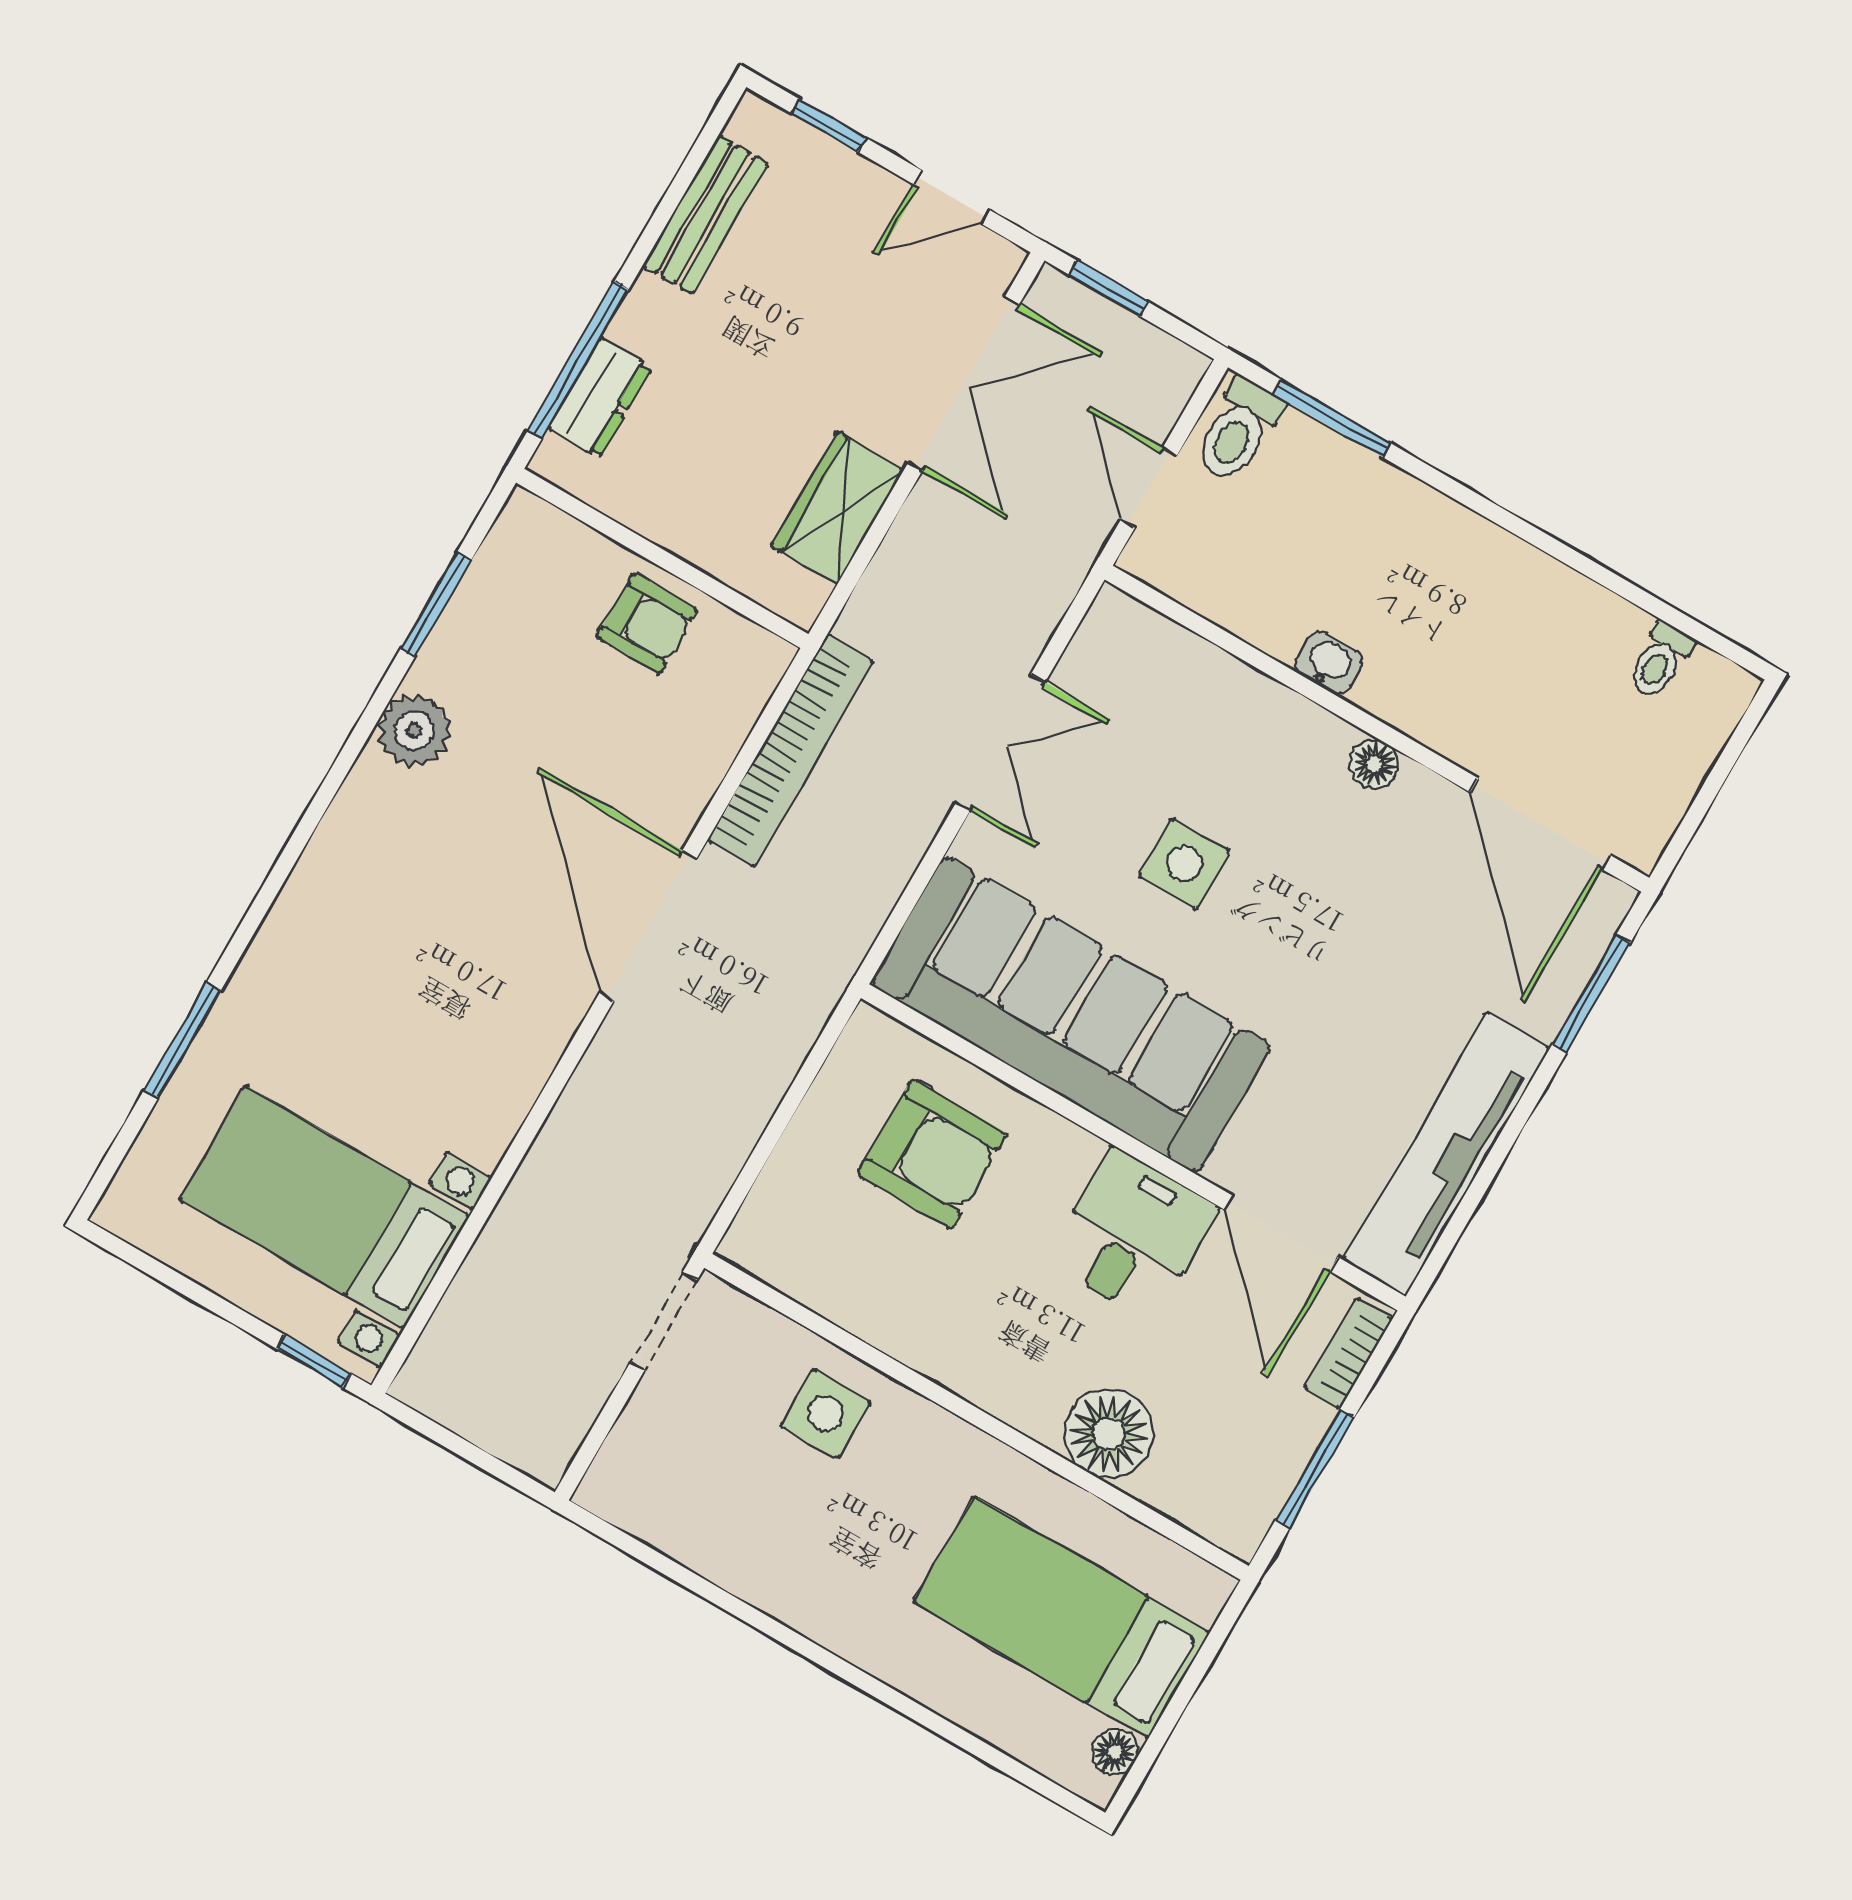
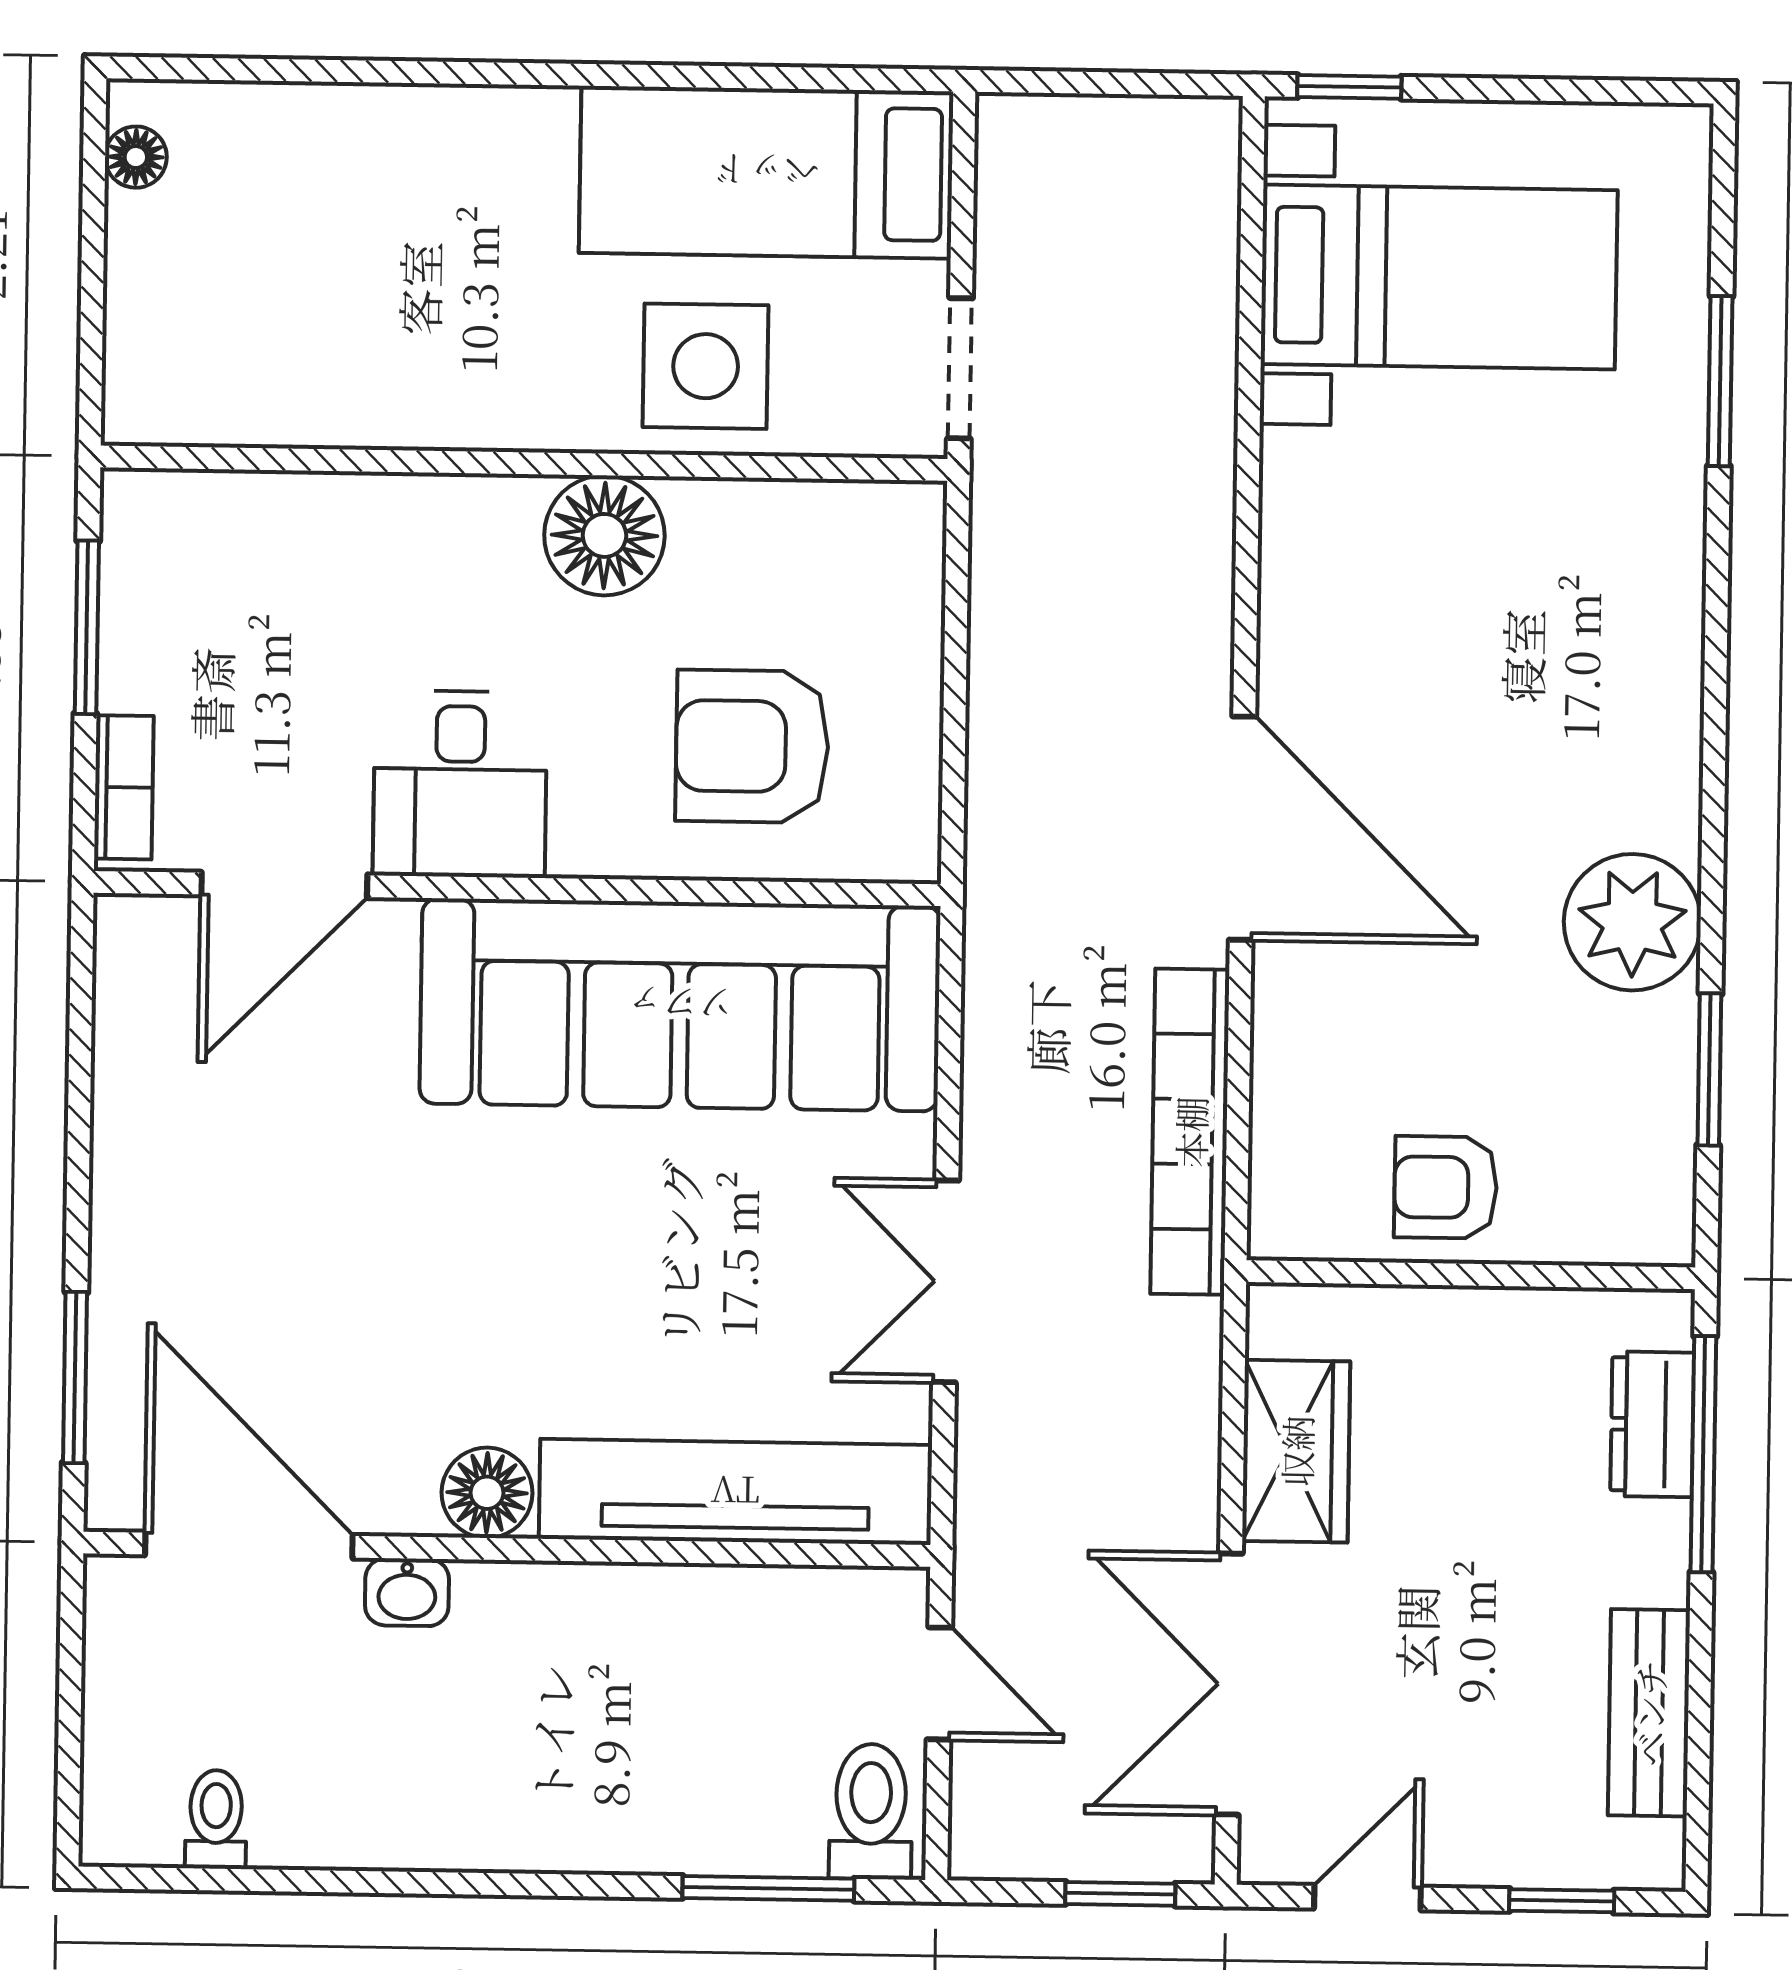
washbasin: (1329, 663) -> (407, 1592), moved
plant: (414, 731) -> (1632, 922), width x1.36, depth x1.36
floor lamp: (1374, 764) -> (487, 1493), width x1.37, depth x1.37
side table: (1184, 864) -> (646, 1260), removed
tv unit: (1446, 1154) -> (735, 1492), moved, turned -90
door: (1281, 1233) -> (284, 885), swing flipped
side table: (826, 1414) -> (706, 366), width x1.37, depth x1.37
floor lamp: (1109, 1434) -> (604, 535), moved
bed: (1061, 1617) -> (766, 172), moved, turned 180

